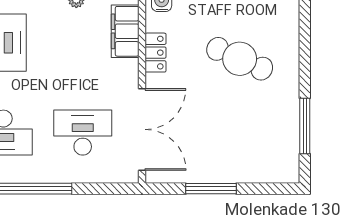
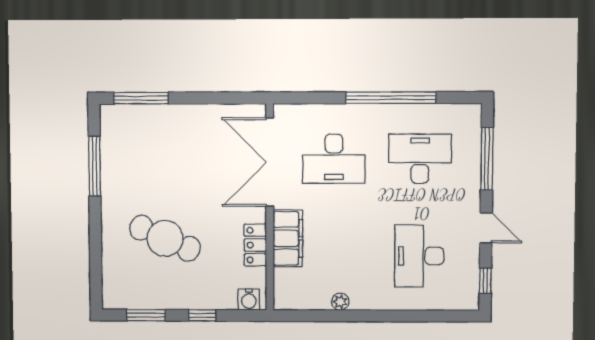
filing cabinet: (125, 31) -> (288, 238), moved
window: (211, 189) -> (141, 98), moved

